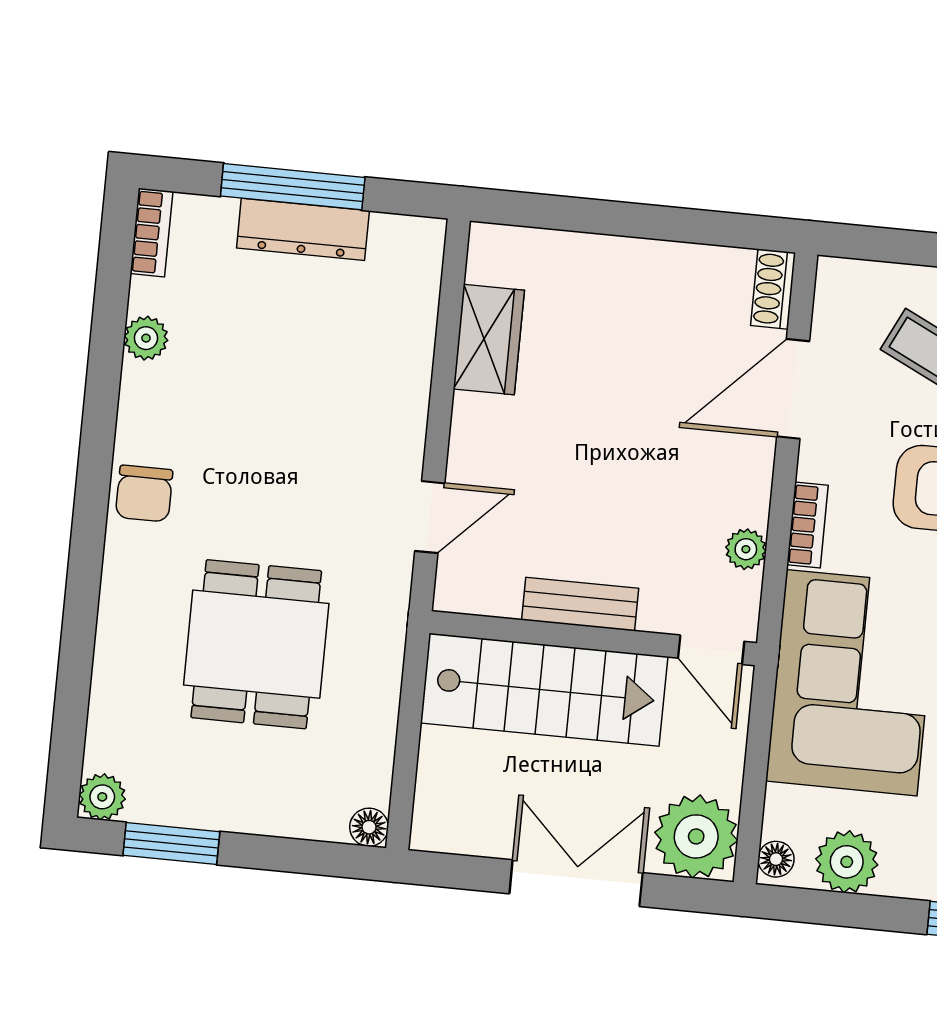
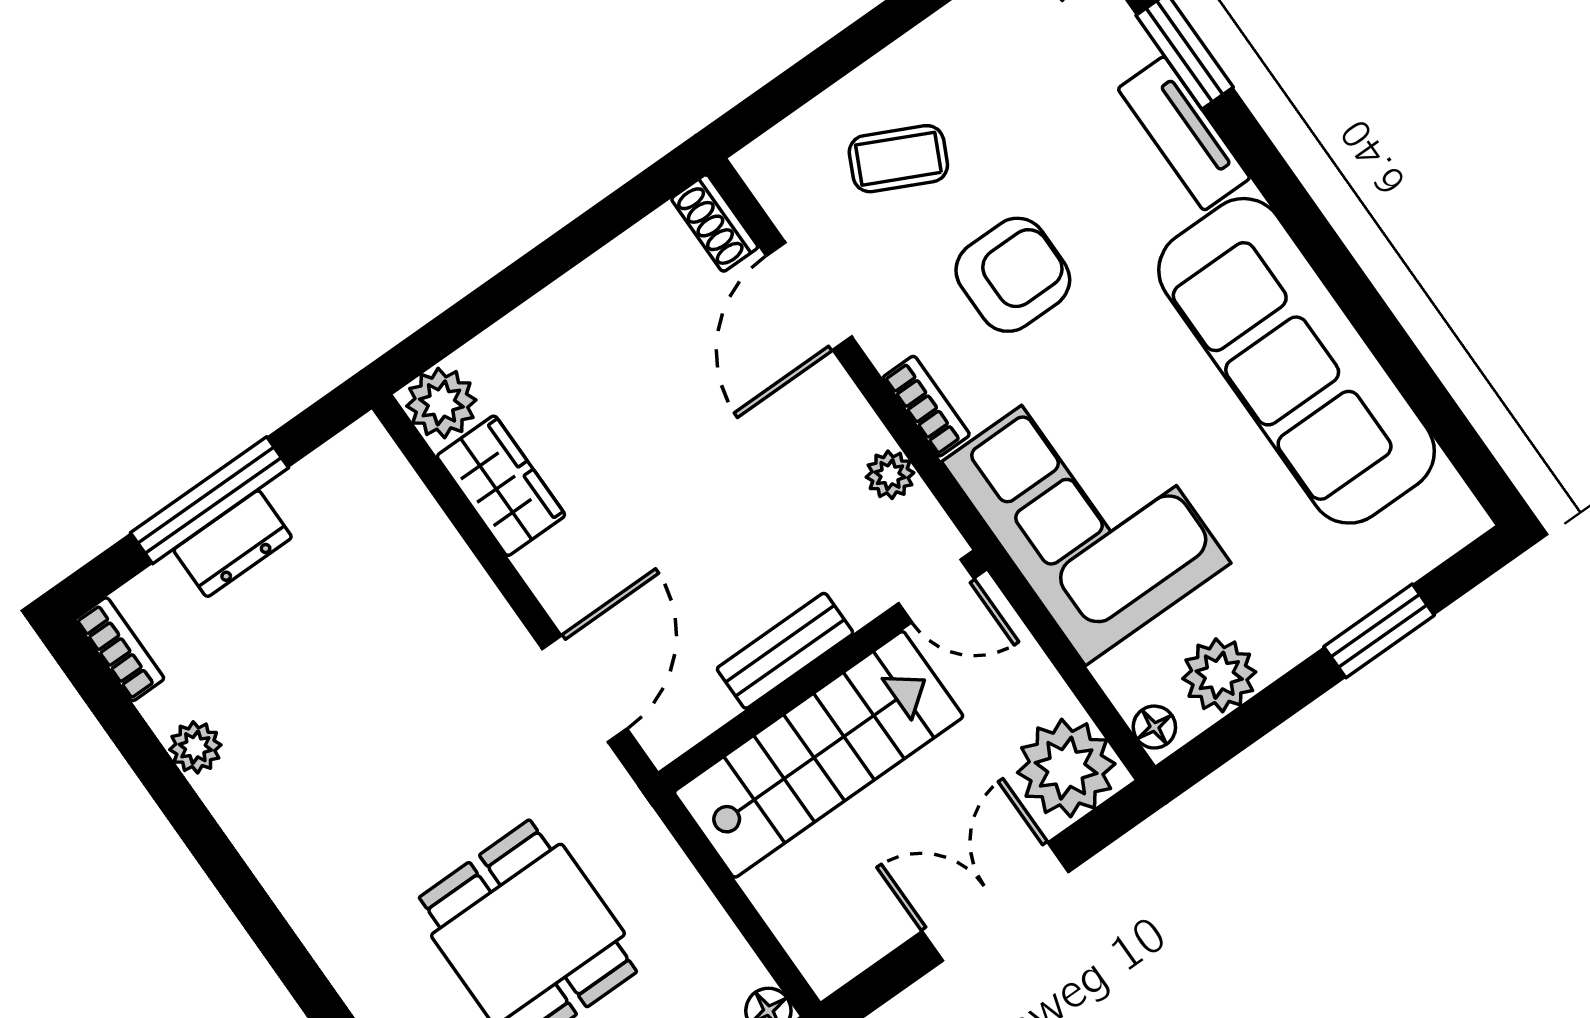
dresser: (303, 229) -> (233, 544), width x0.70
plant: (496, 253) -> (441, 403), added
chair: (144, 494) -> (313, 887), removed
door: (430, 517) -> (585, 689), width x1.38

